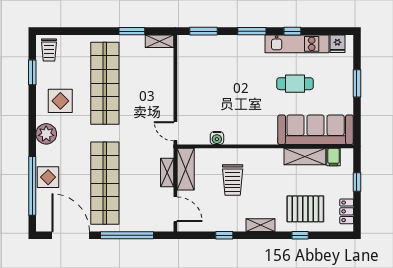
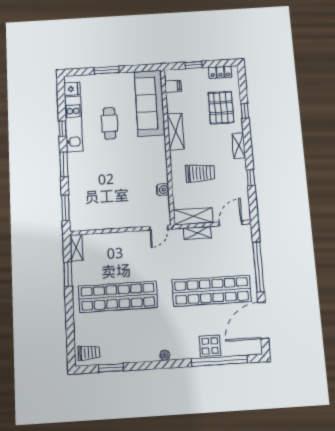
display table: (60, 101) -> (137, 339), removed
plant: (46, 134) -> (165, 355), width x0.53, depth x0.53
shelving: (305, 157) -> (176, 131), moved

